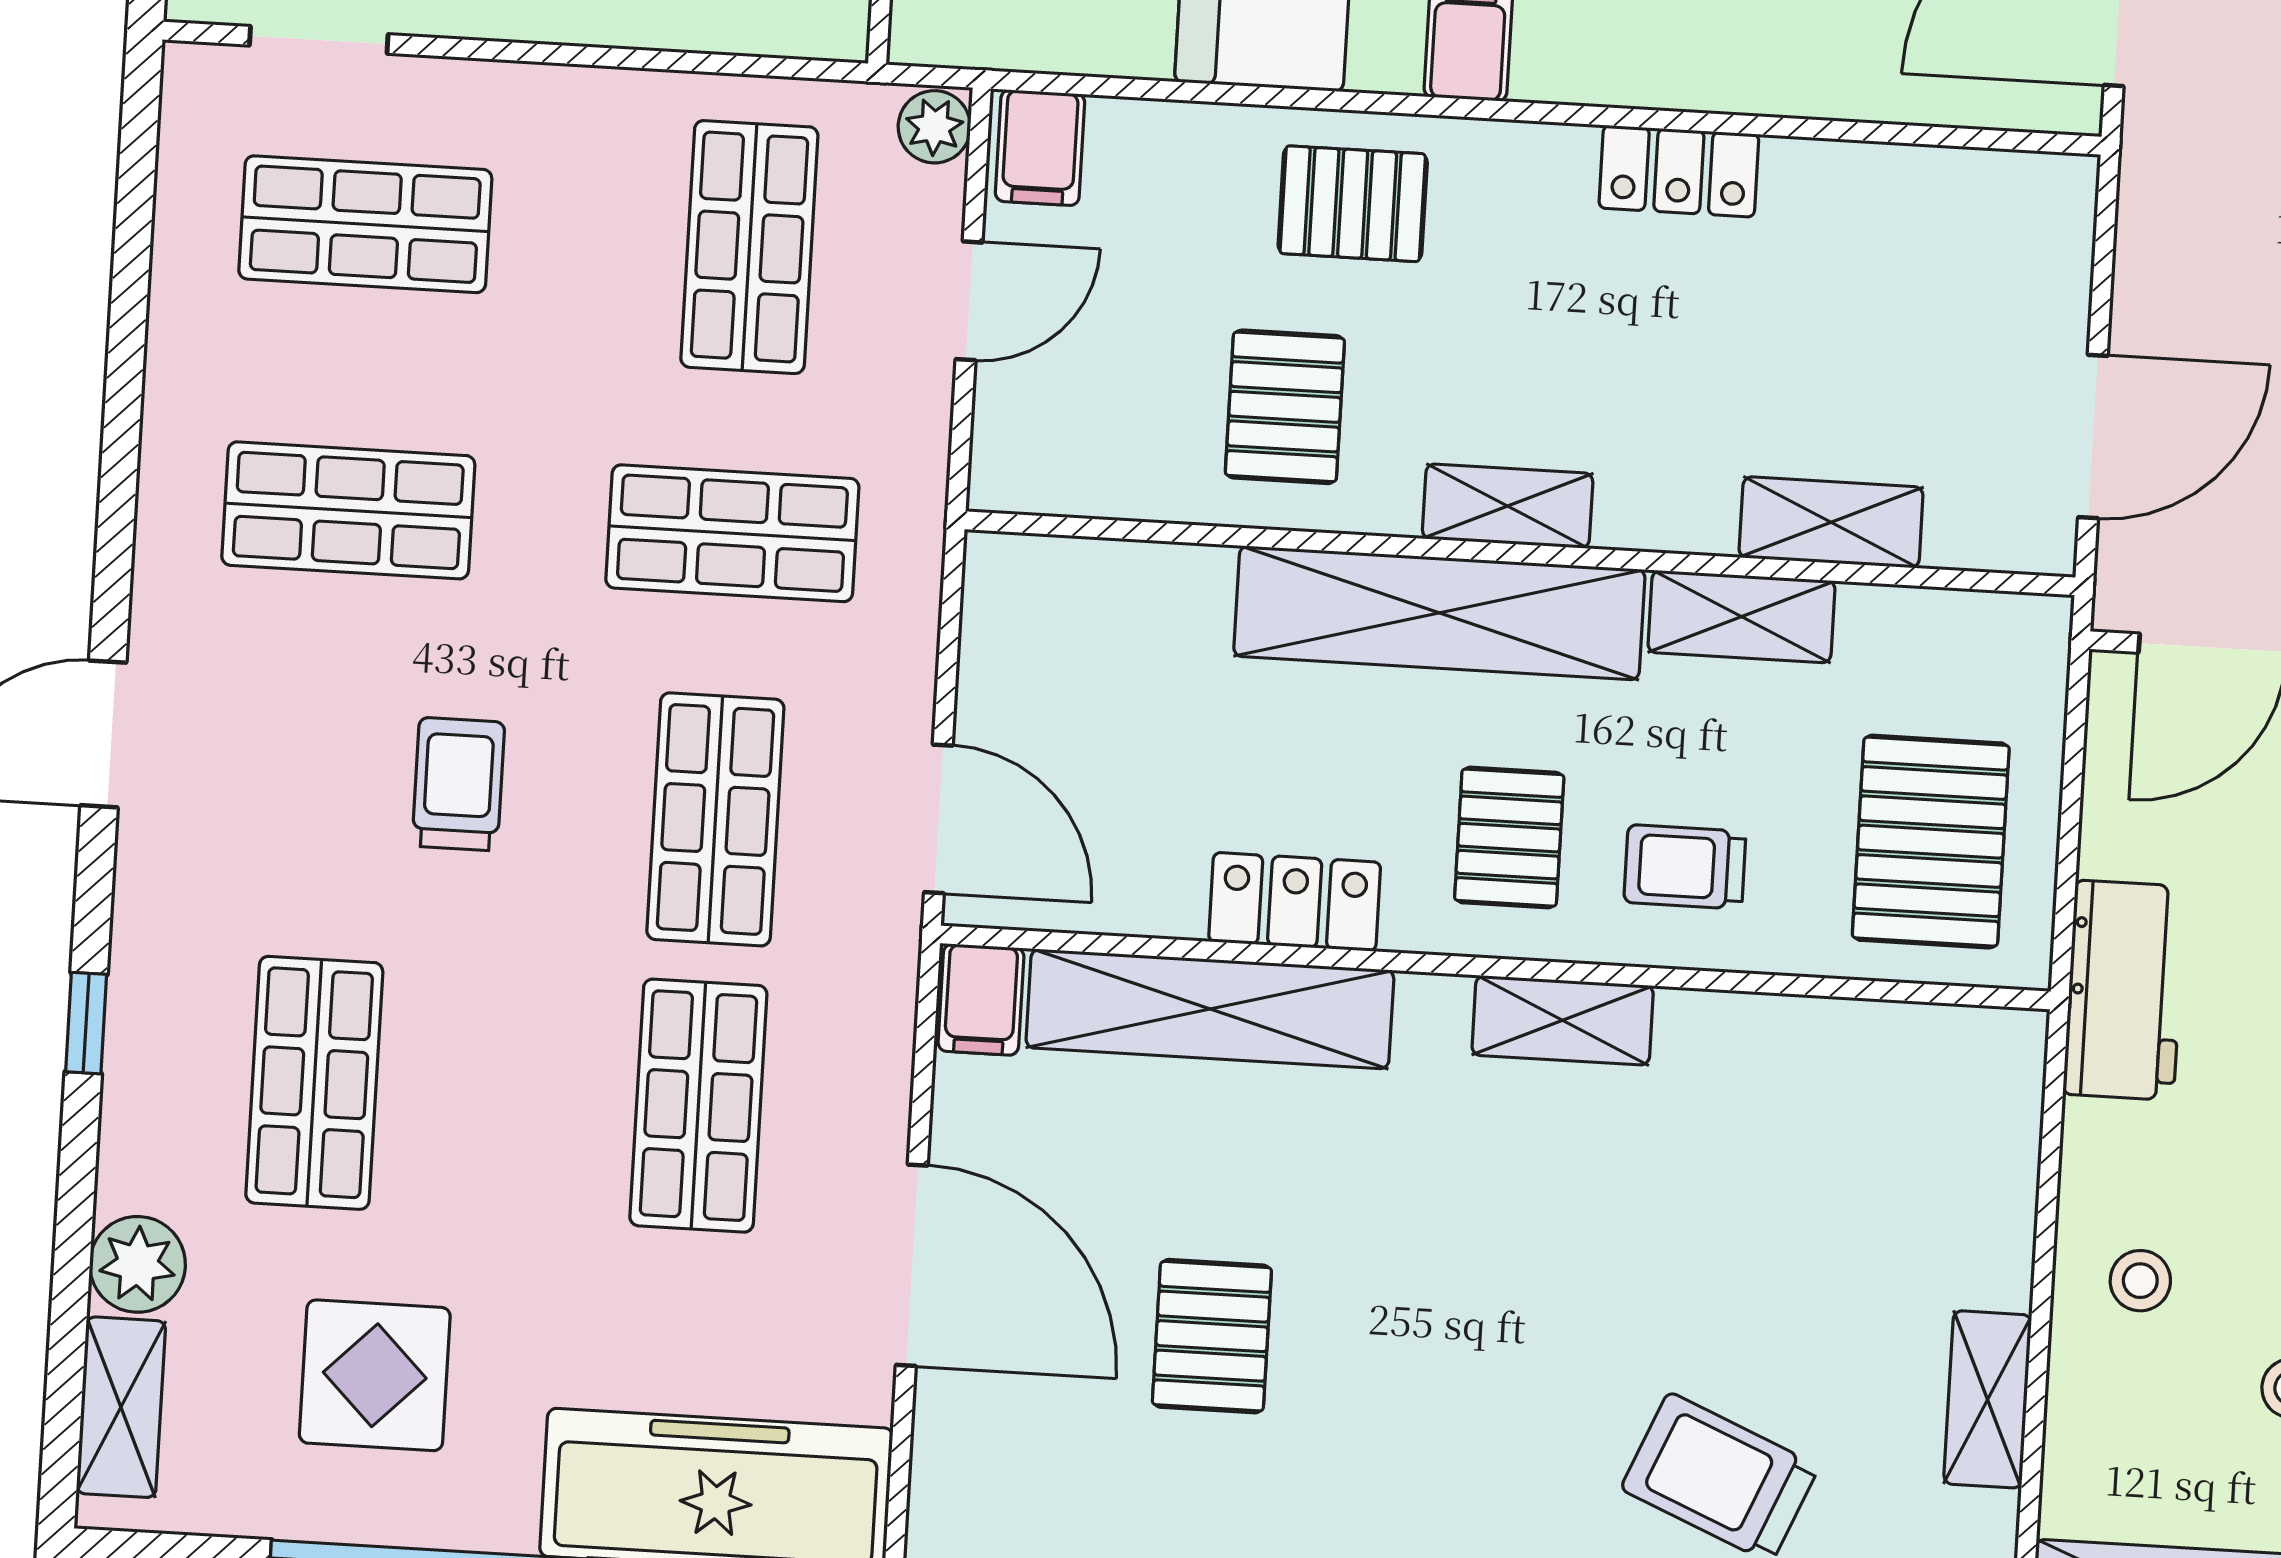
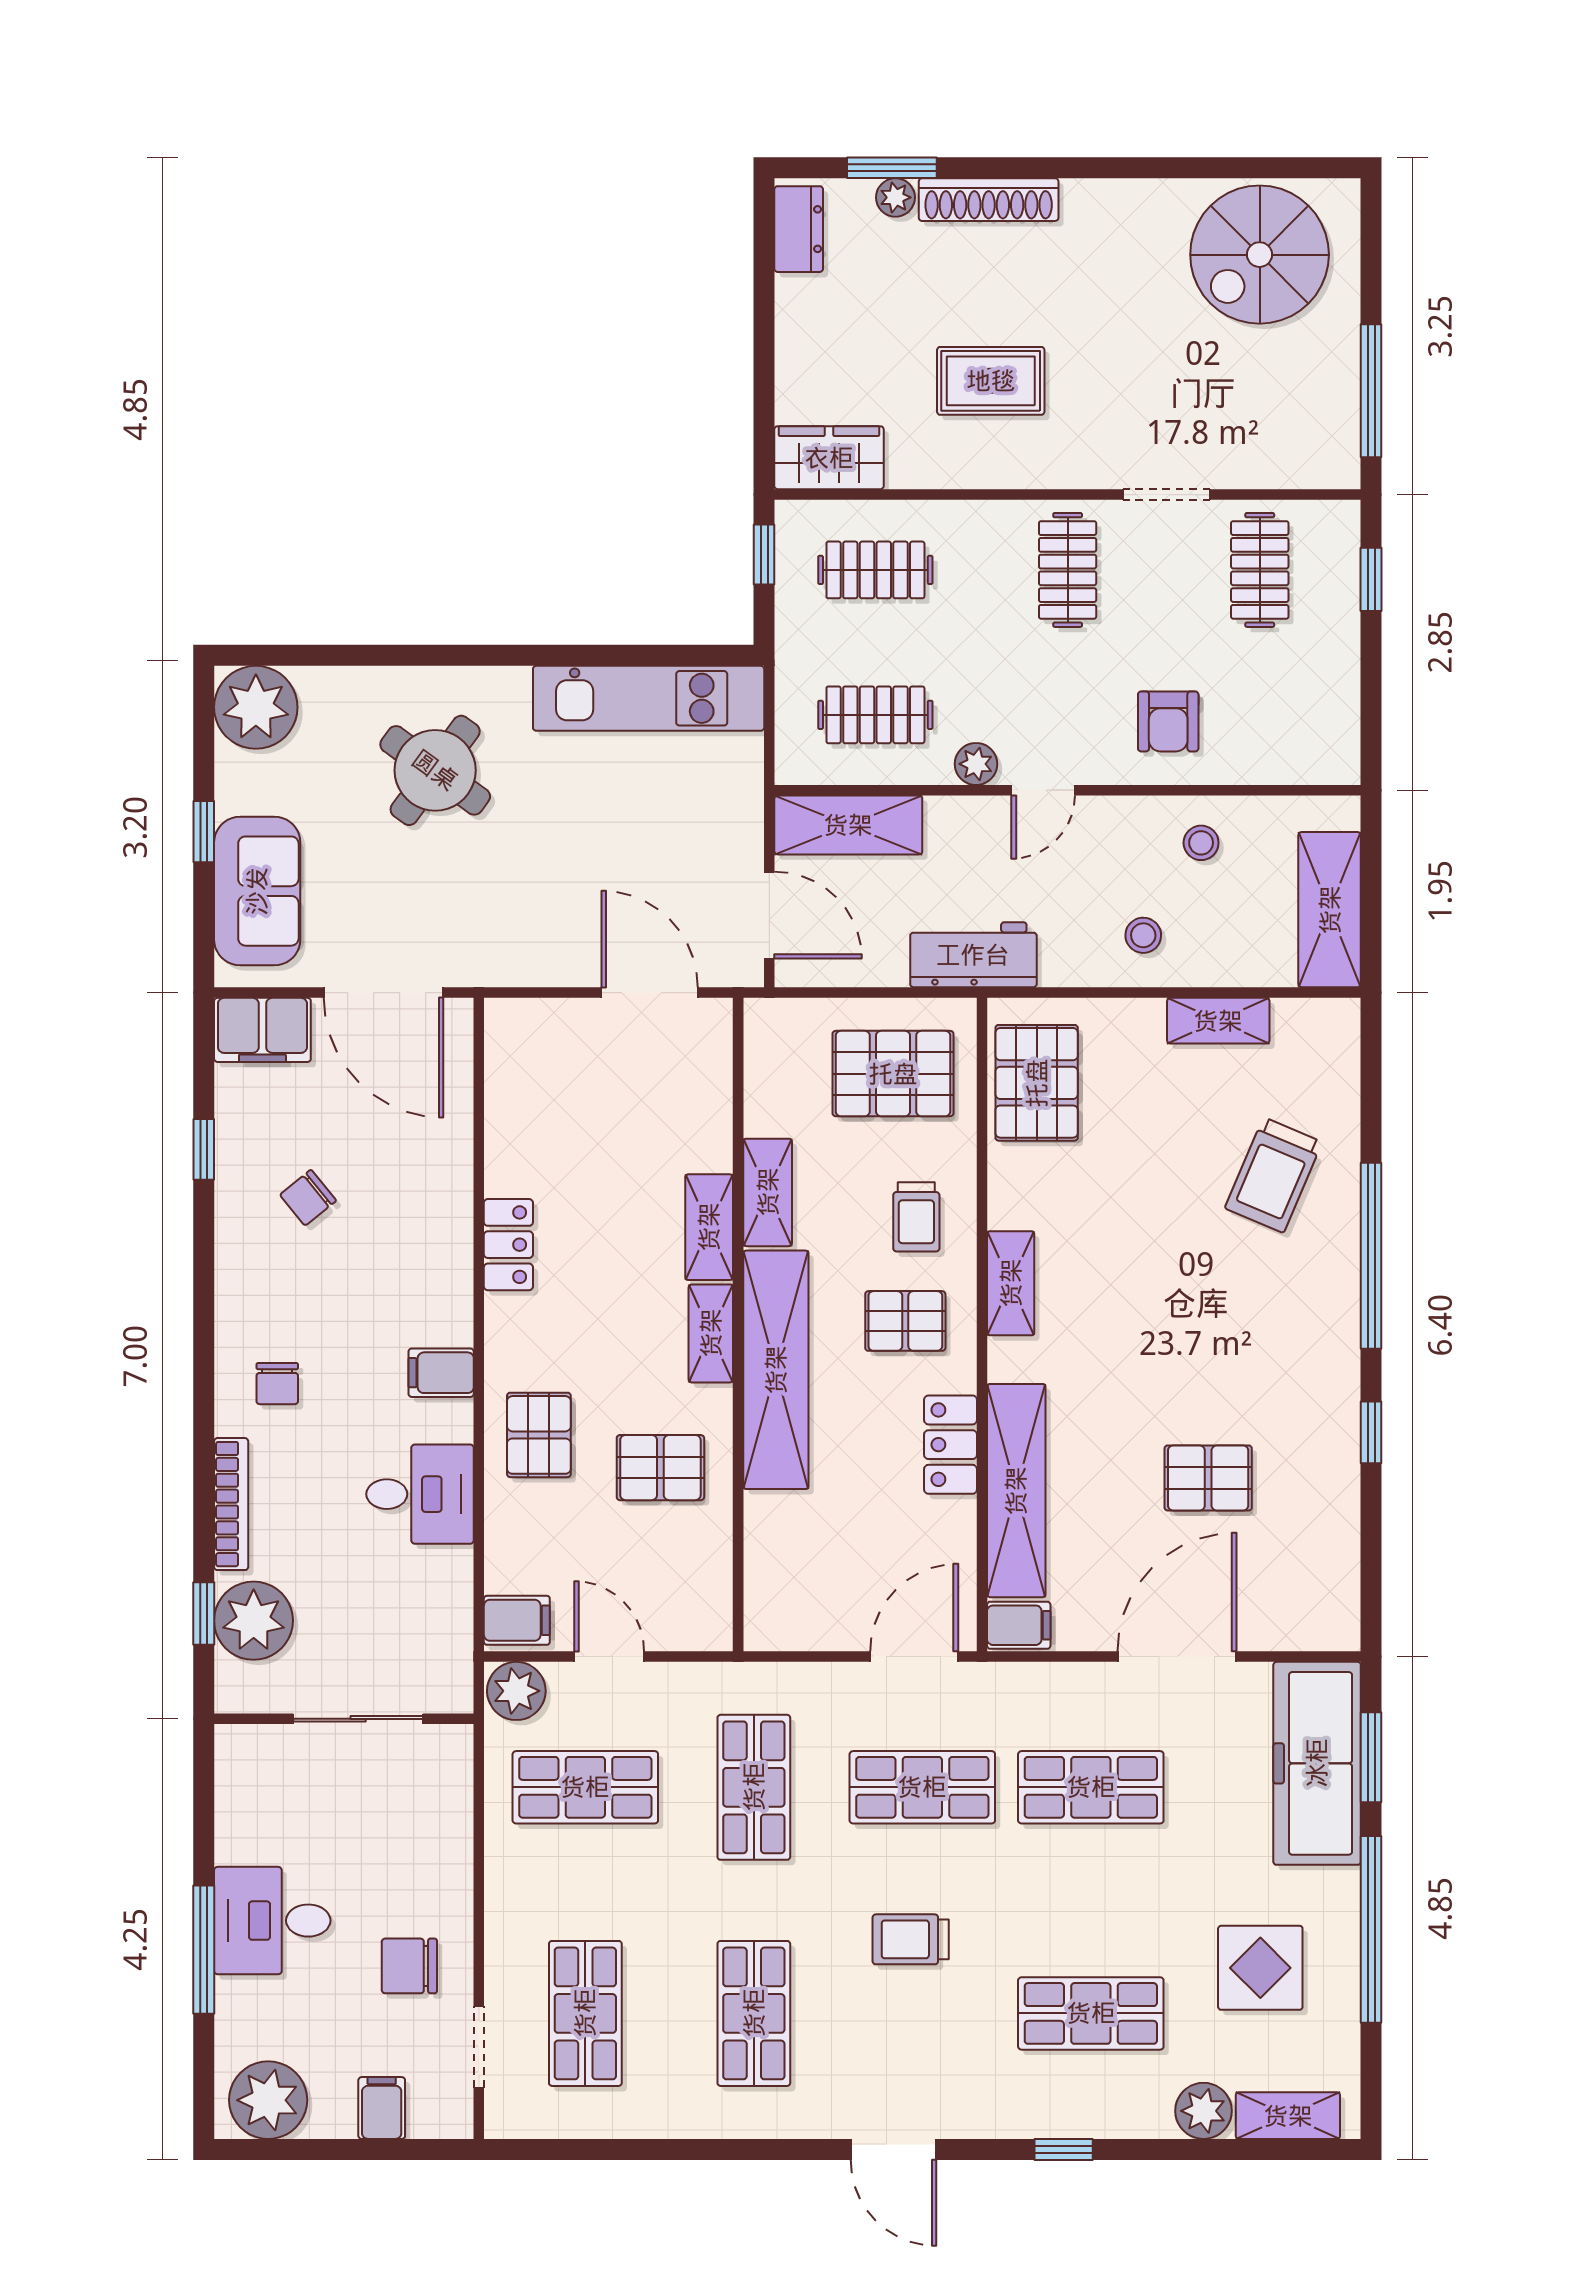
plant: (934, 127) -> (516, 1691), width x1.38, depth x1.38
shelving: (1831, 522) -> (709, 1227), moved
pallet: (1900, 1085) -> (1037, 1083), added

